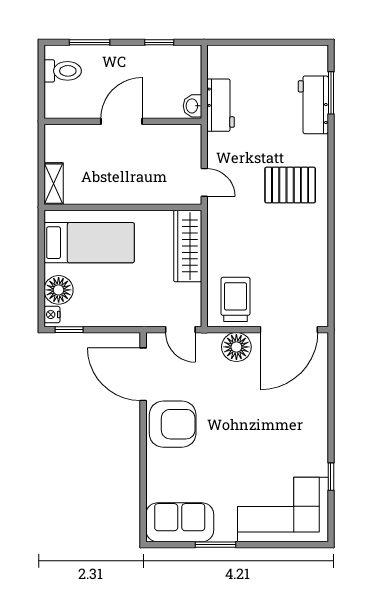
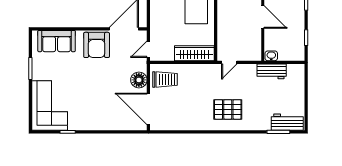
workbench: (313, 105) -> (287, 122), moved
pallet: (290, 185) -> (228, 109), turned 90
sofa: (180, 522) -> (57, 41), moved, turned 90

